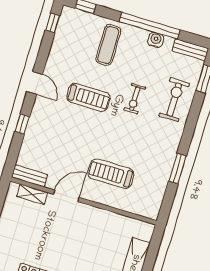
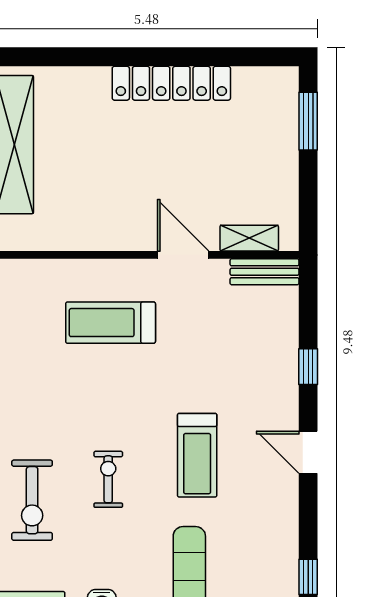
treadmill: (88, 97) -> (197, 455), turned -90
treadmill: (111, 174) -> (111, 323), turned 180
door: (66, 196) -> (183, 255), swing flipped

